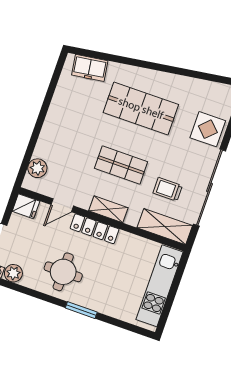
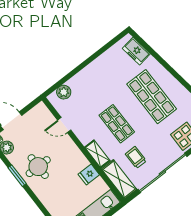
fridge: (26, 206) -> (89, 174), moved, turned 90
shelving: (108, 209) -> (97, 154), moved
locker: (95, 229) -> (75, 153), removed
window: (81, 310) -> (17, 176), moved

